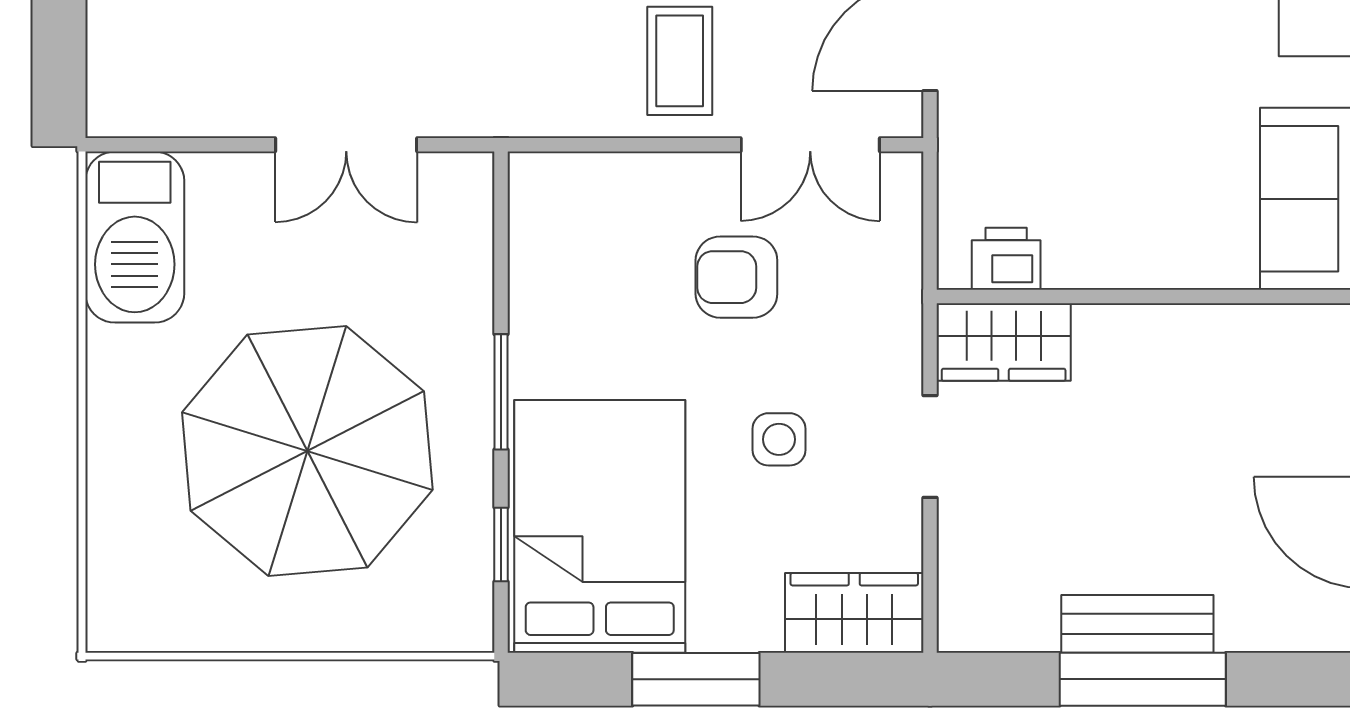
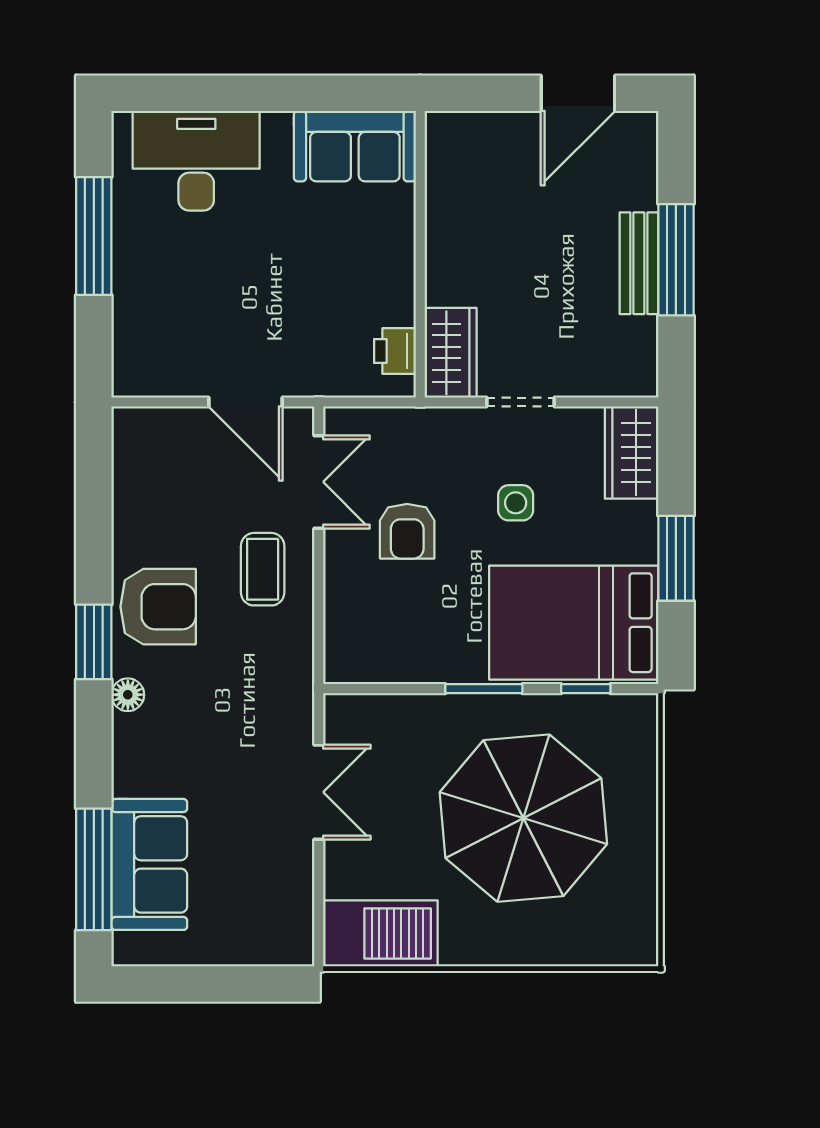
coffee table: (680, 61) -> (263, 569), turned 90

